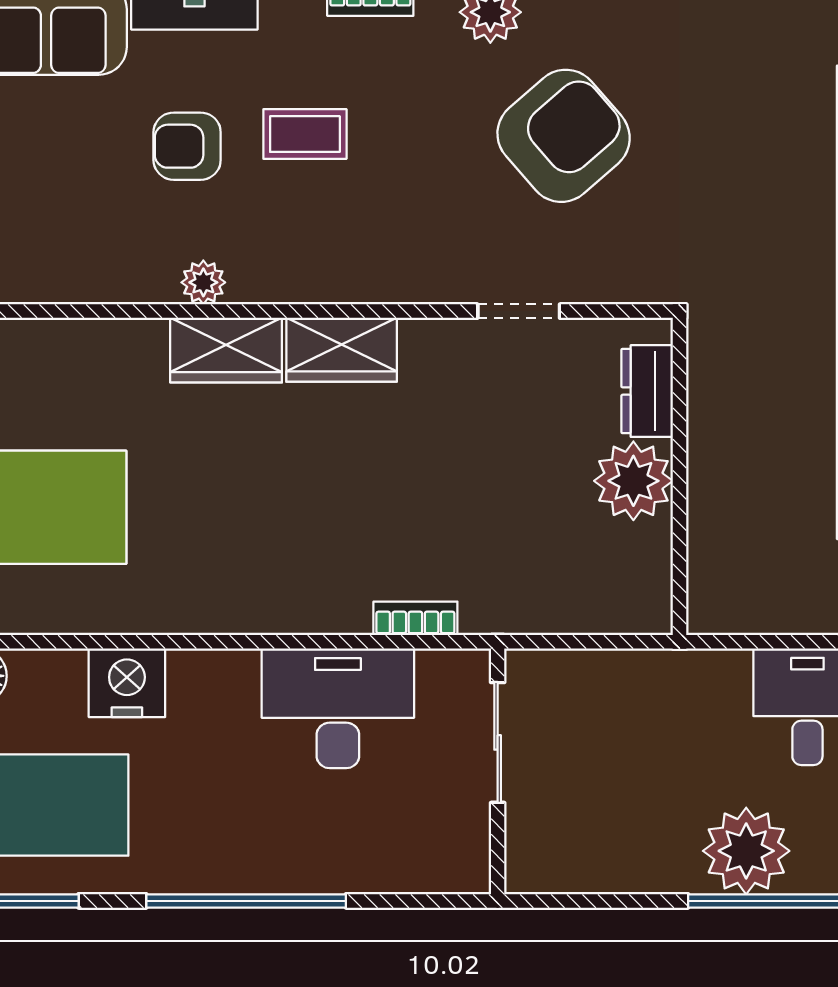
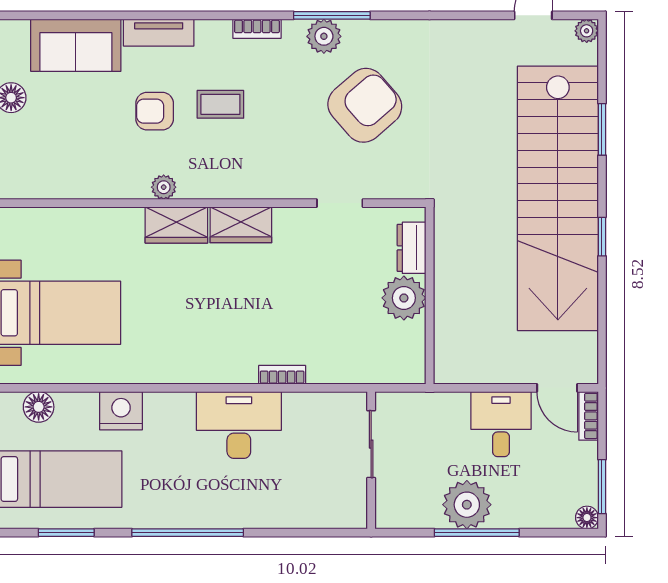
sliding door: (498, 742) -> (371, 444), moved
wall: (498, 771) -> (371, 460), moved

